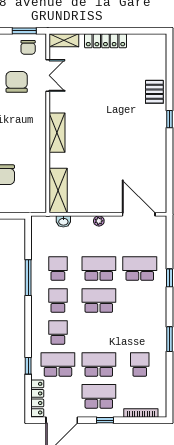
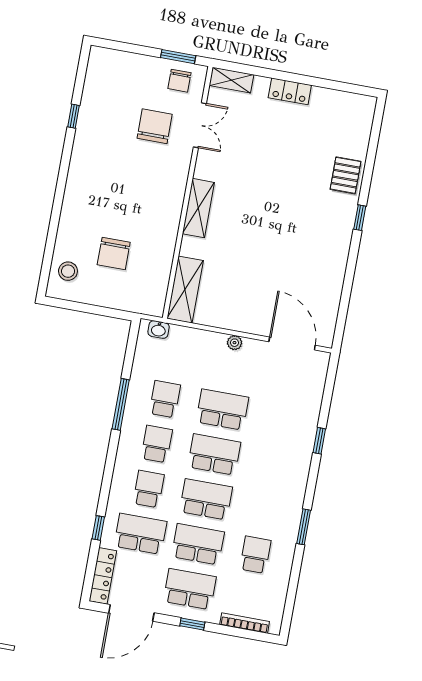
locker: (105, 41) -> (290, 91), width x0.66
washbasin: (63, 221) -> (159, 330), moved
school desk: (140, 269) -> (206, 499), moved

